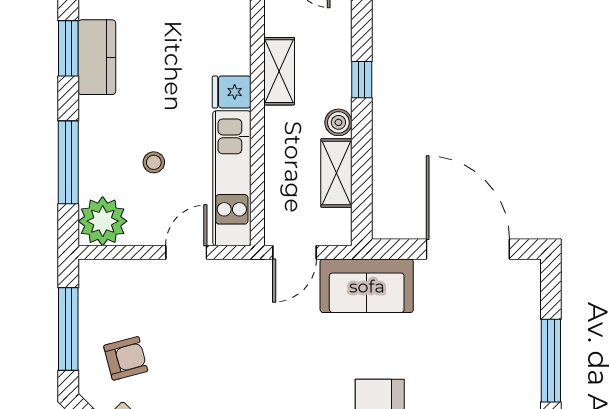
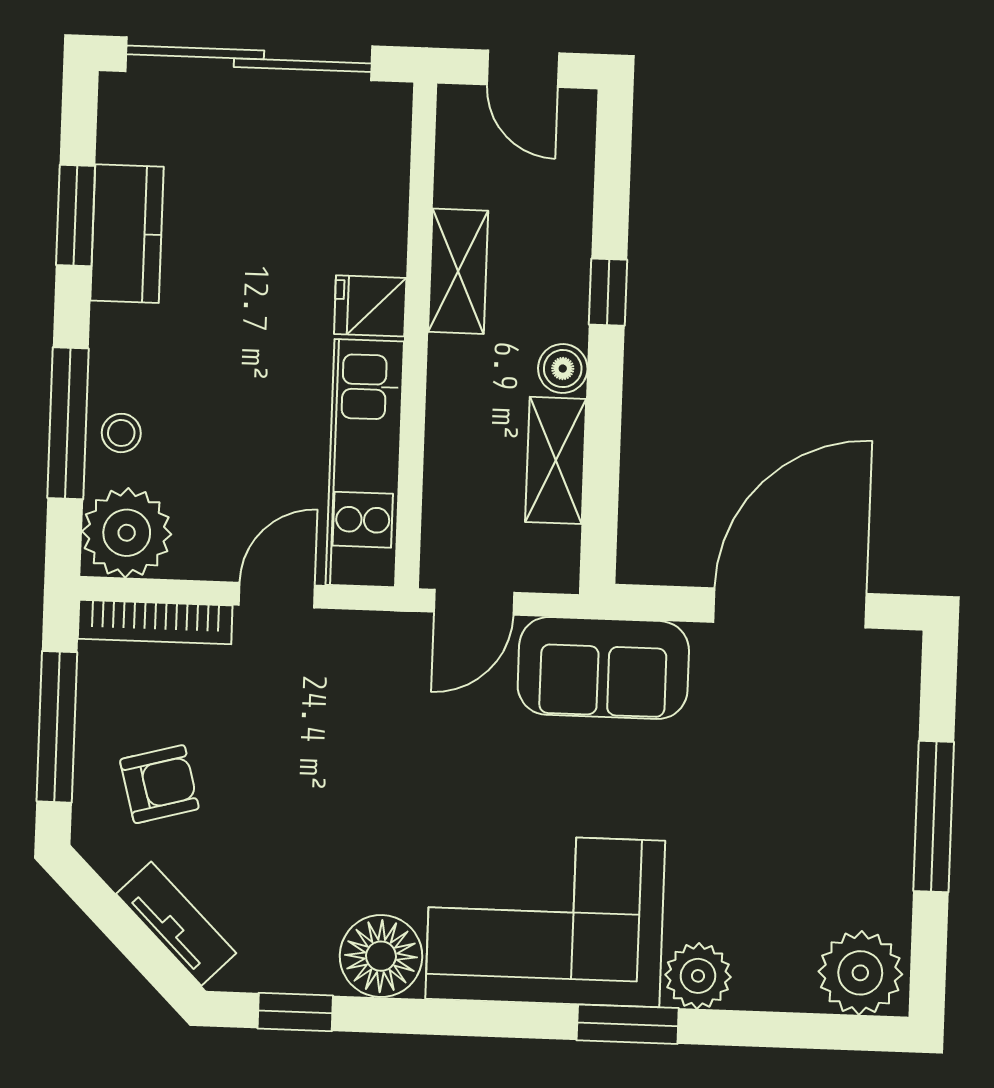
stool: (154, 162) -> (121, 433), moved
door: (468, 249) -> (790, 608), hinge flipped
bookcase: (120, 270) -> (155, 622), added

